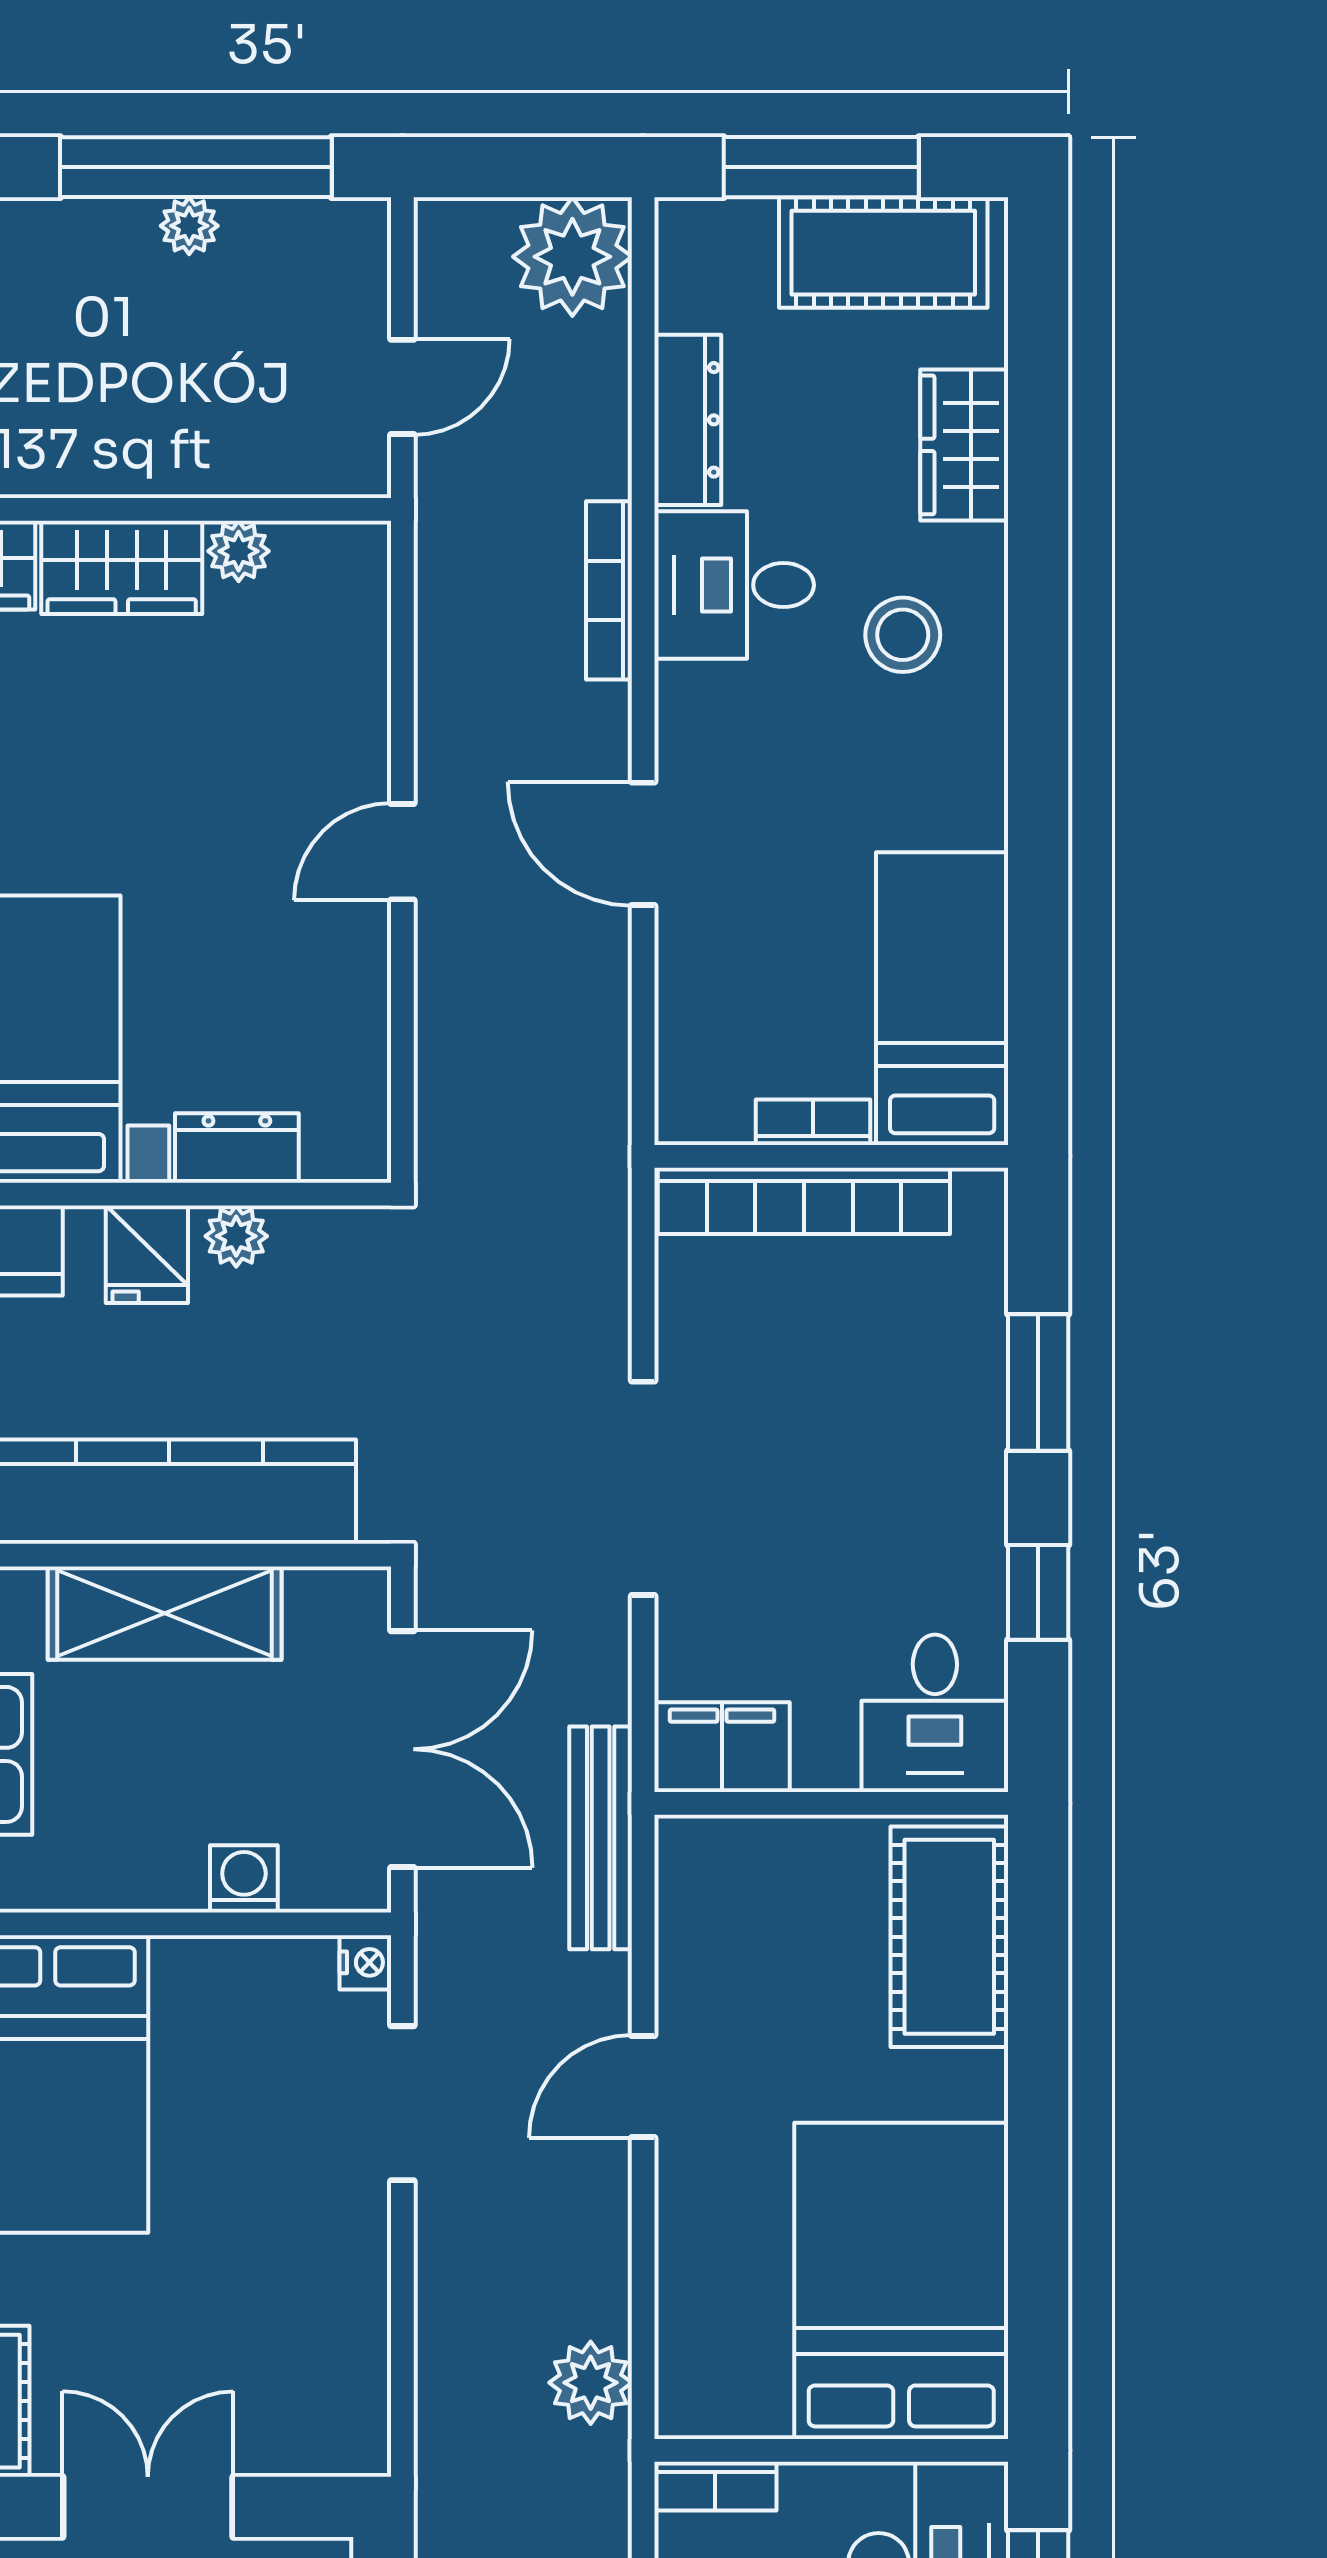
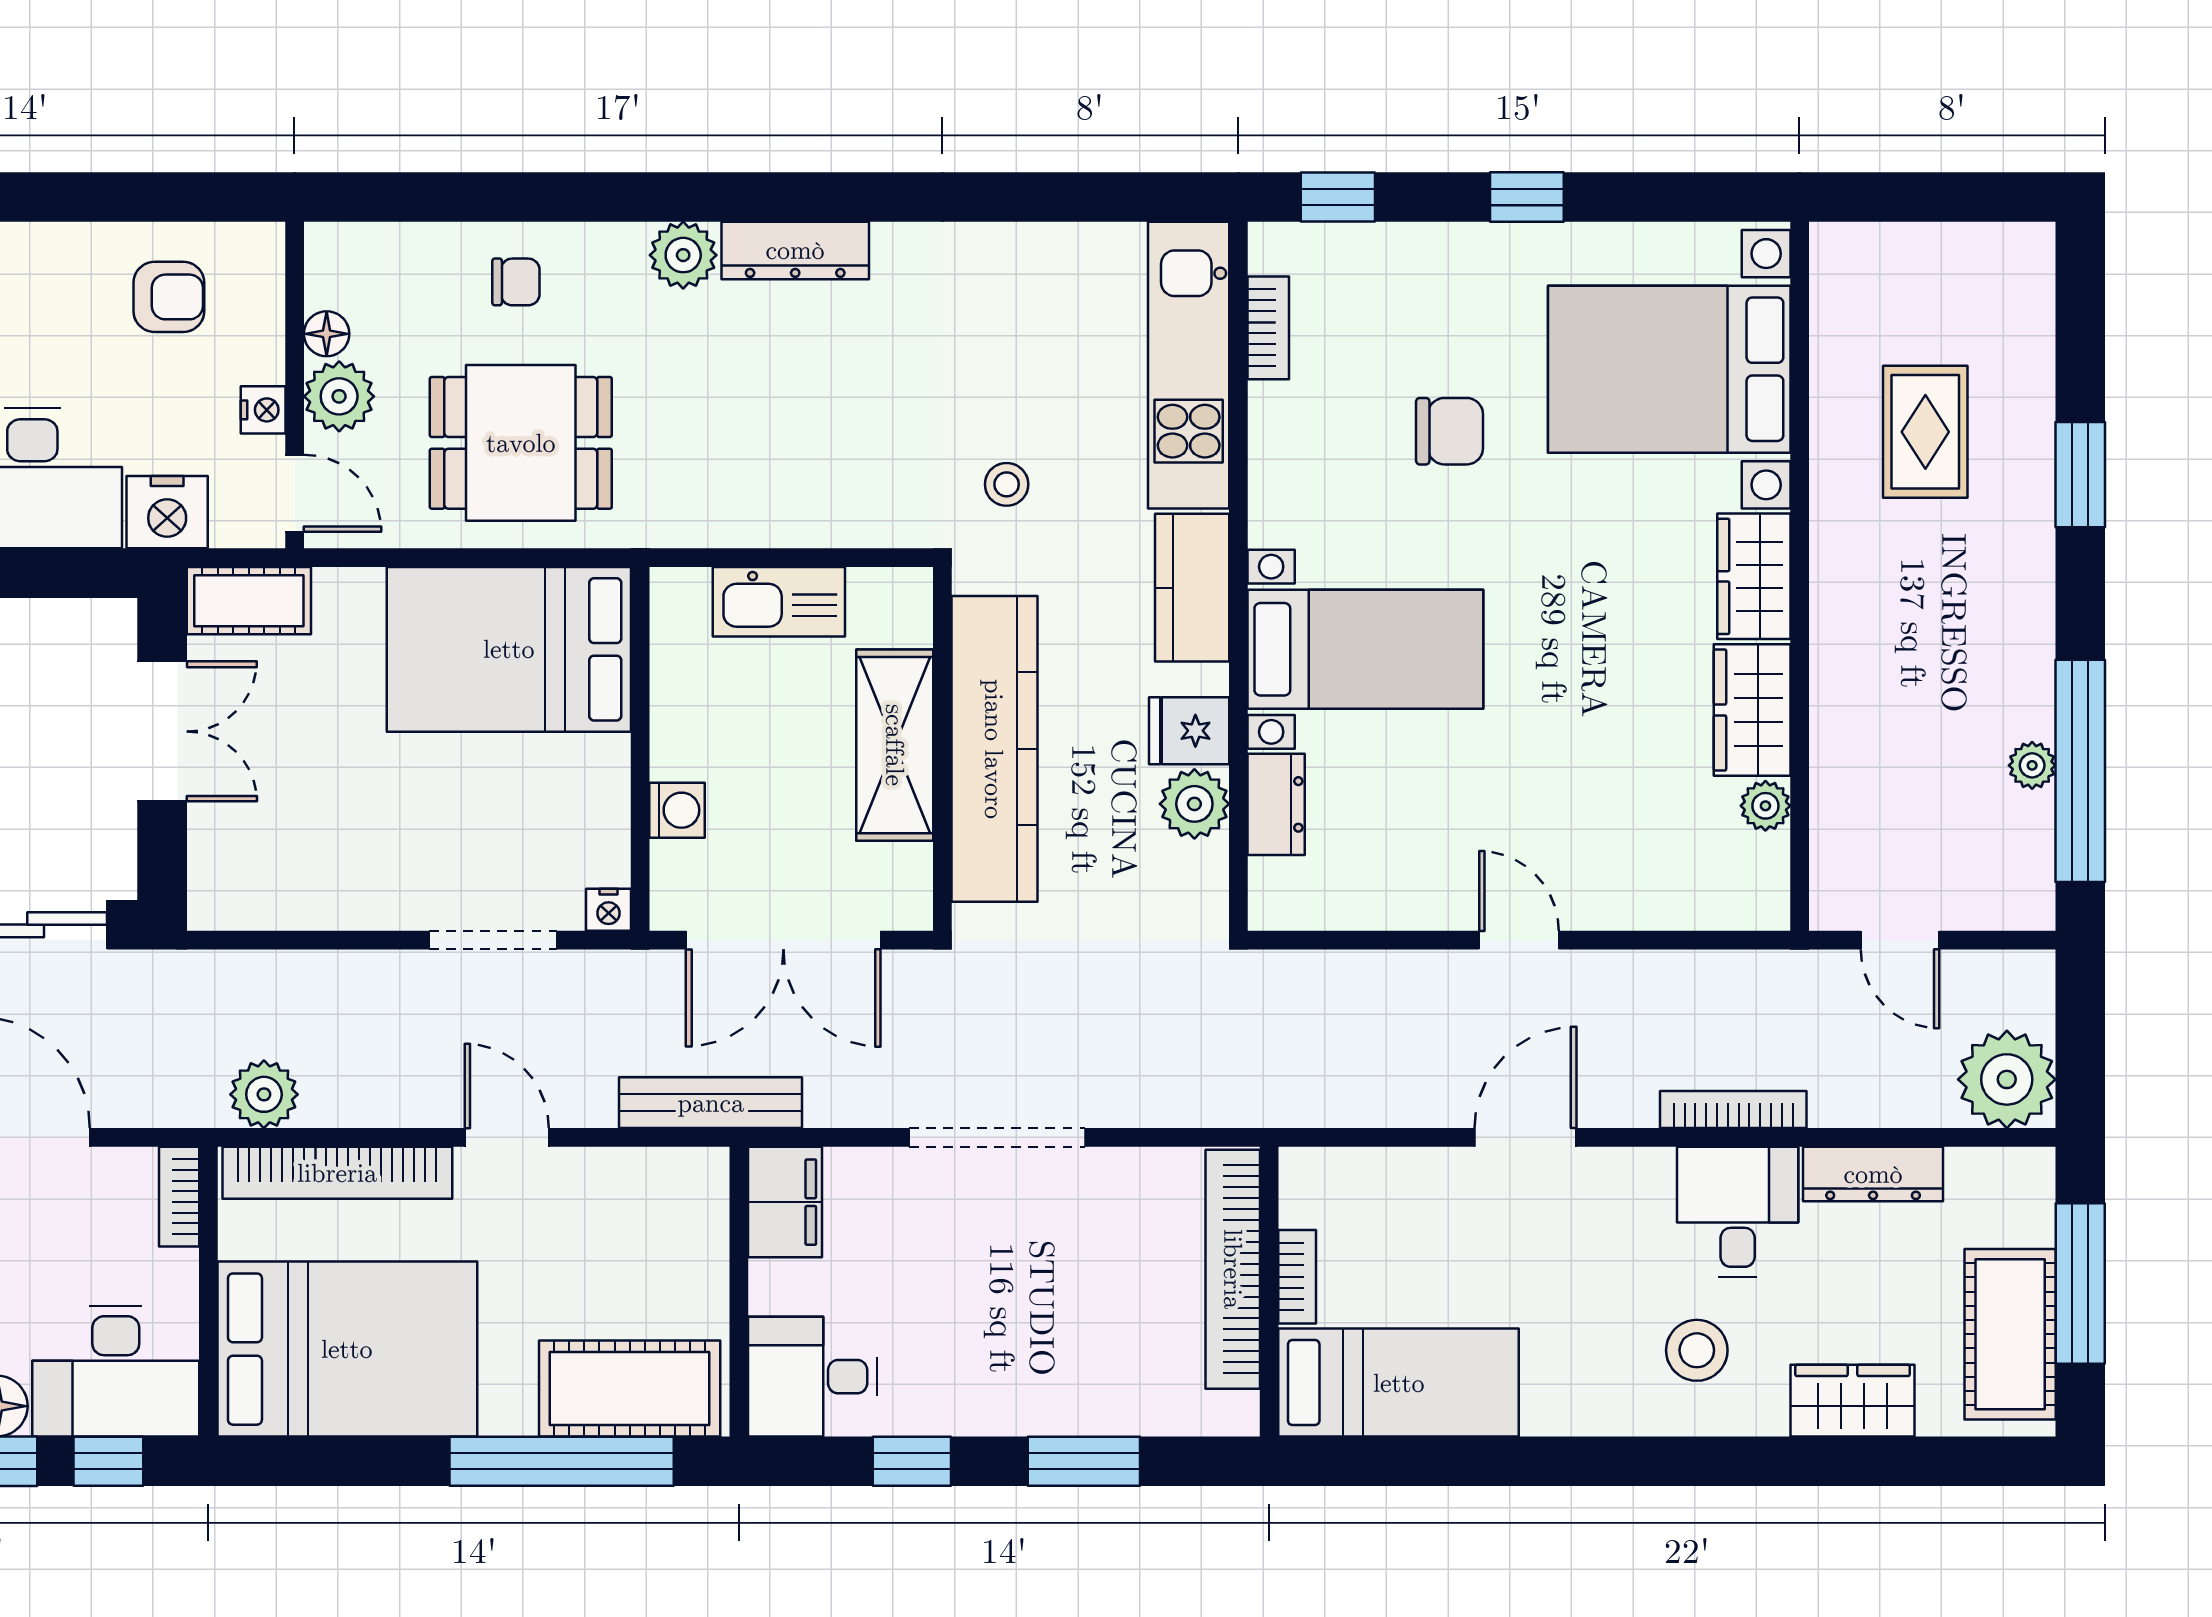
plant: (236, 1236) -> (1194, 804), width x1.38, depth x1.38
window: (1038, 2020) -> (562, 1461), added
bookcase: (686, 2293) -> (337, 1173), added

